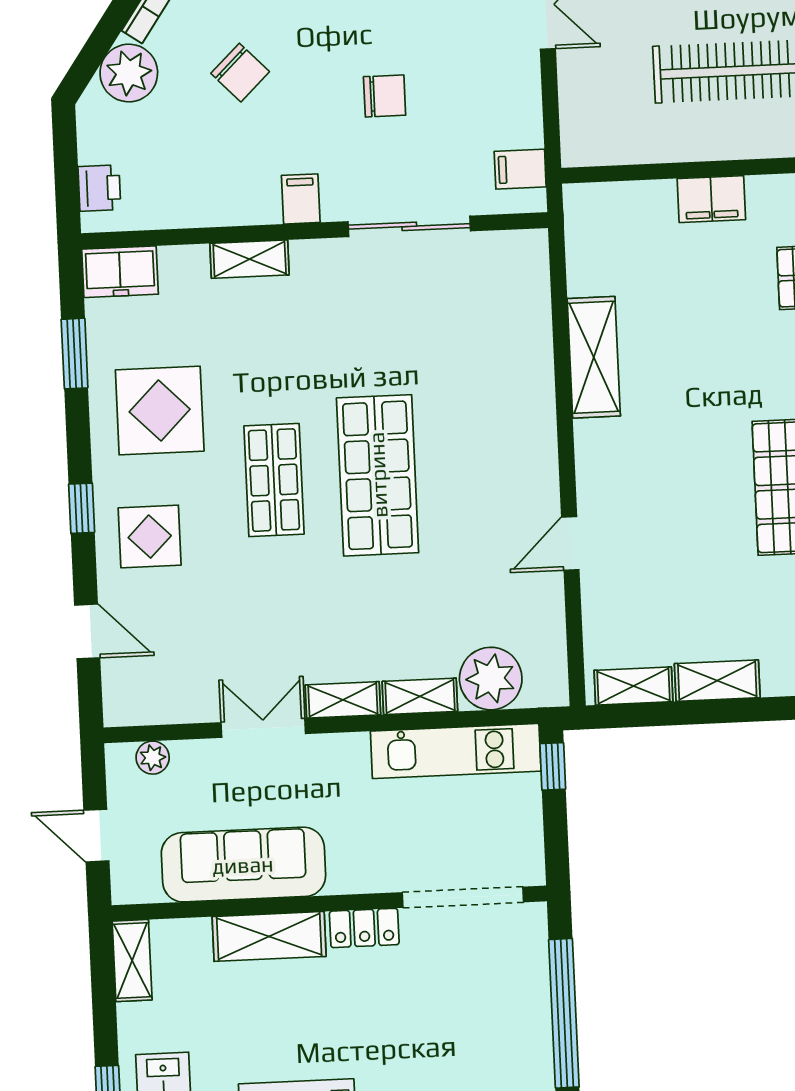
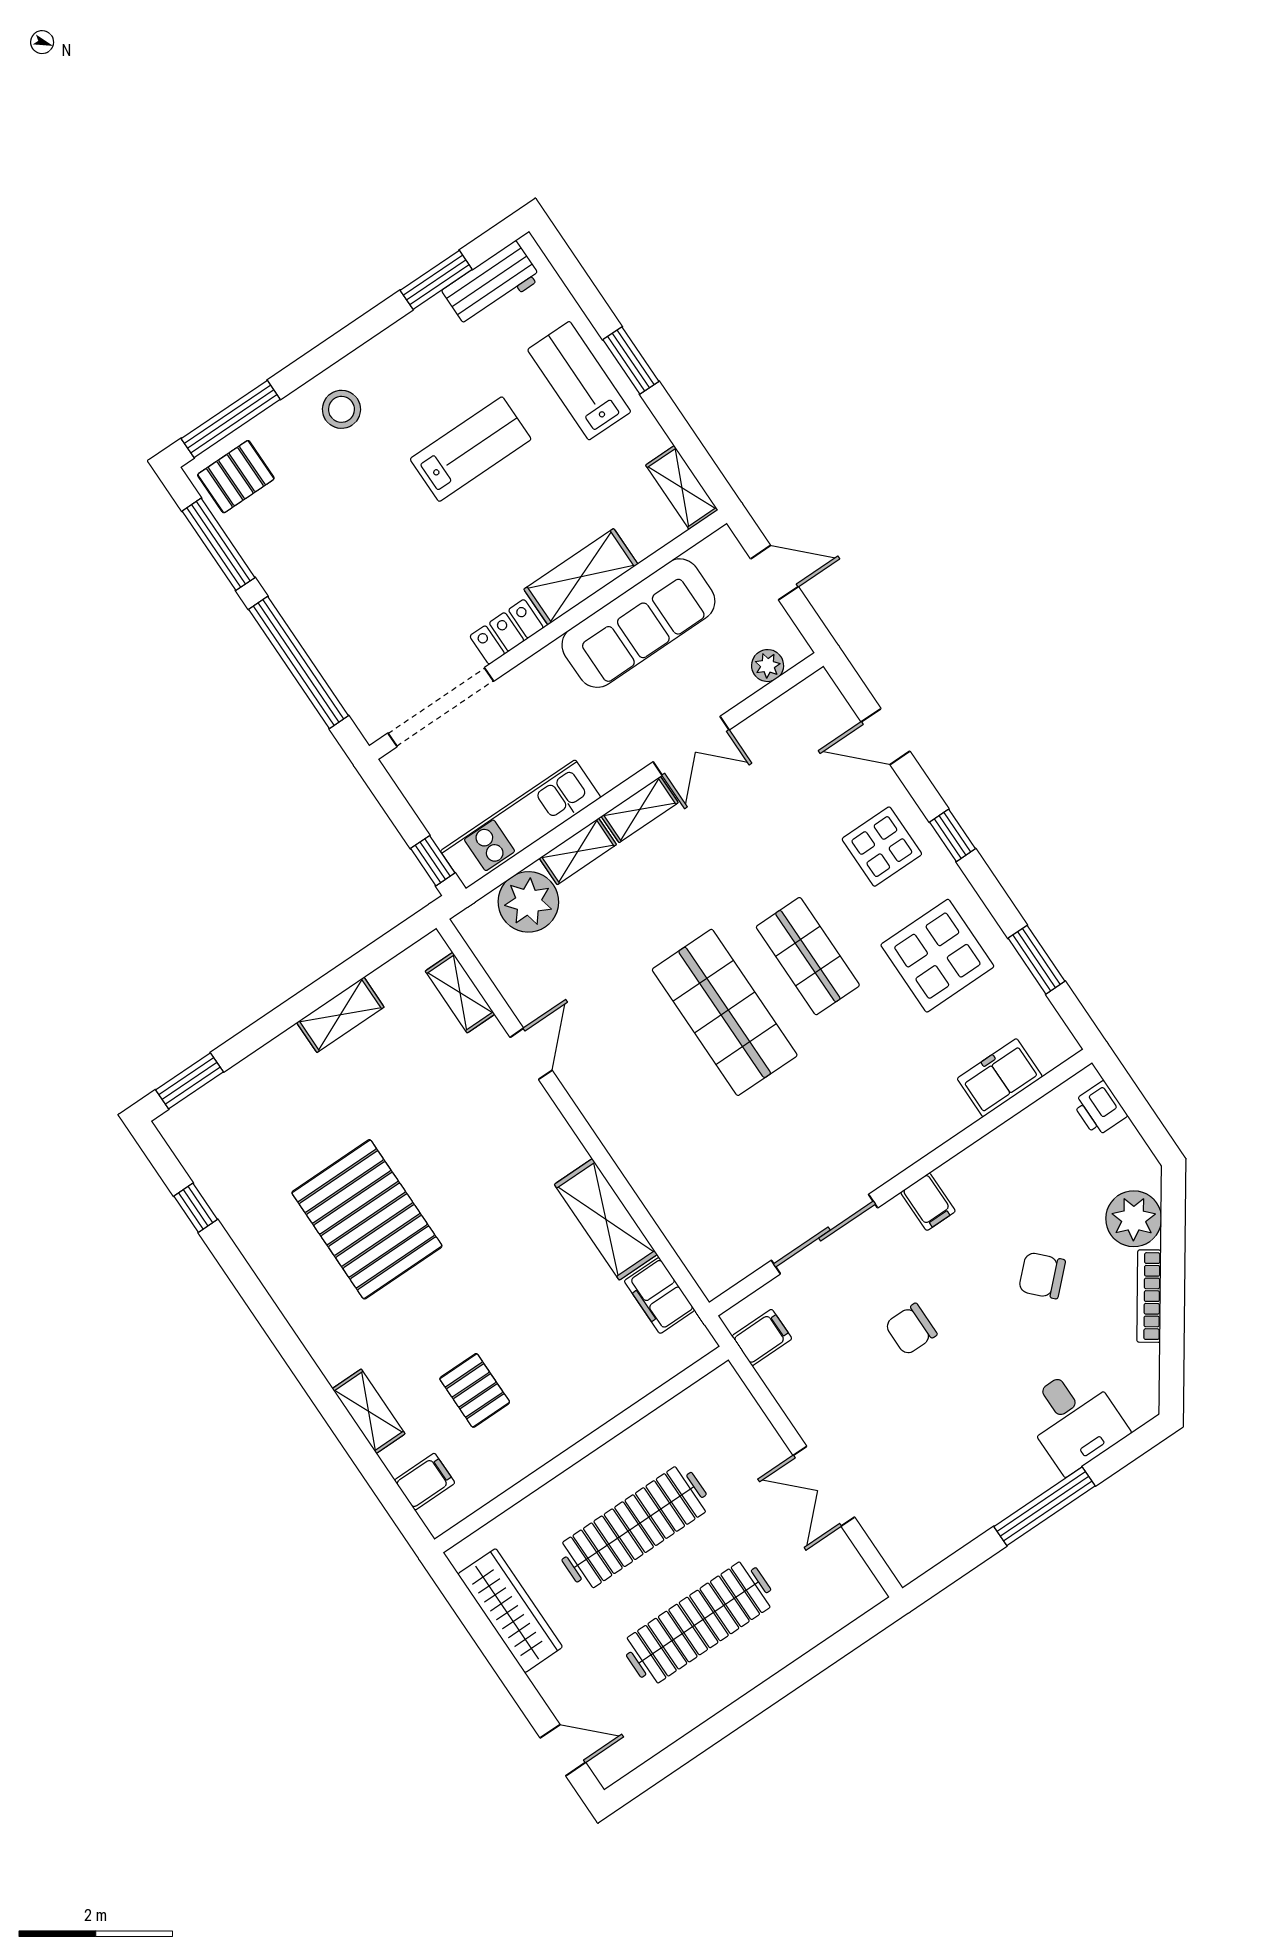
filing cabinet: (711, 199) -> (660, 1295), moved, turned -90
shelving: (250, 259) -> (940, 1126), removed
freezer: (120, 272) -> (1000, 1078), moved
shelving: (634, 686) -> (460, 993), moved, turned 90

